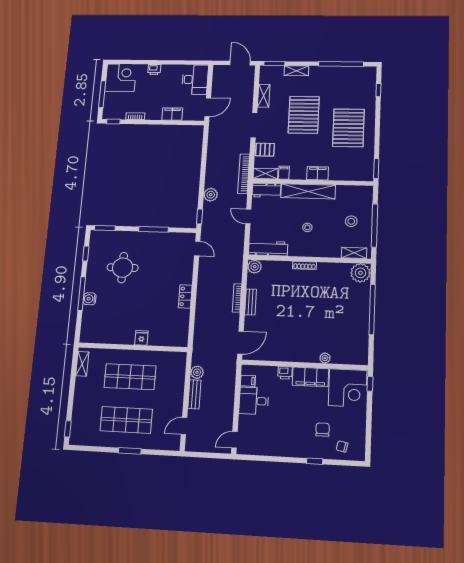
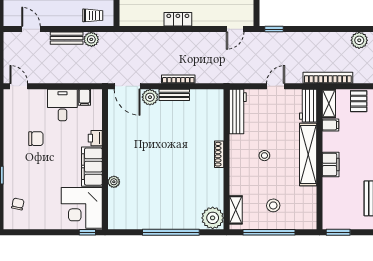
plant: (211, 195) -> (359, 40), moved
plant: (255, 267) -> (150, 97), moved
trolley: (176, 370) -> (93, 15), added
chair: (323, 430) -> (36, 139), moved

